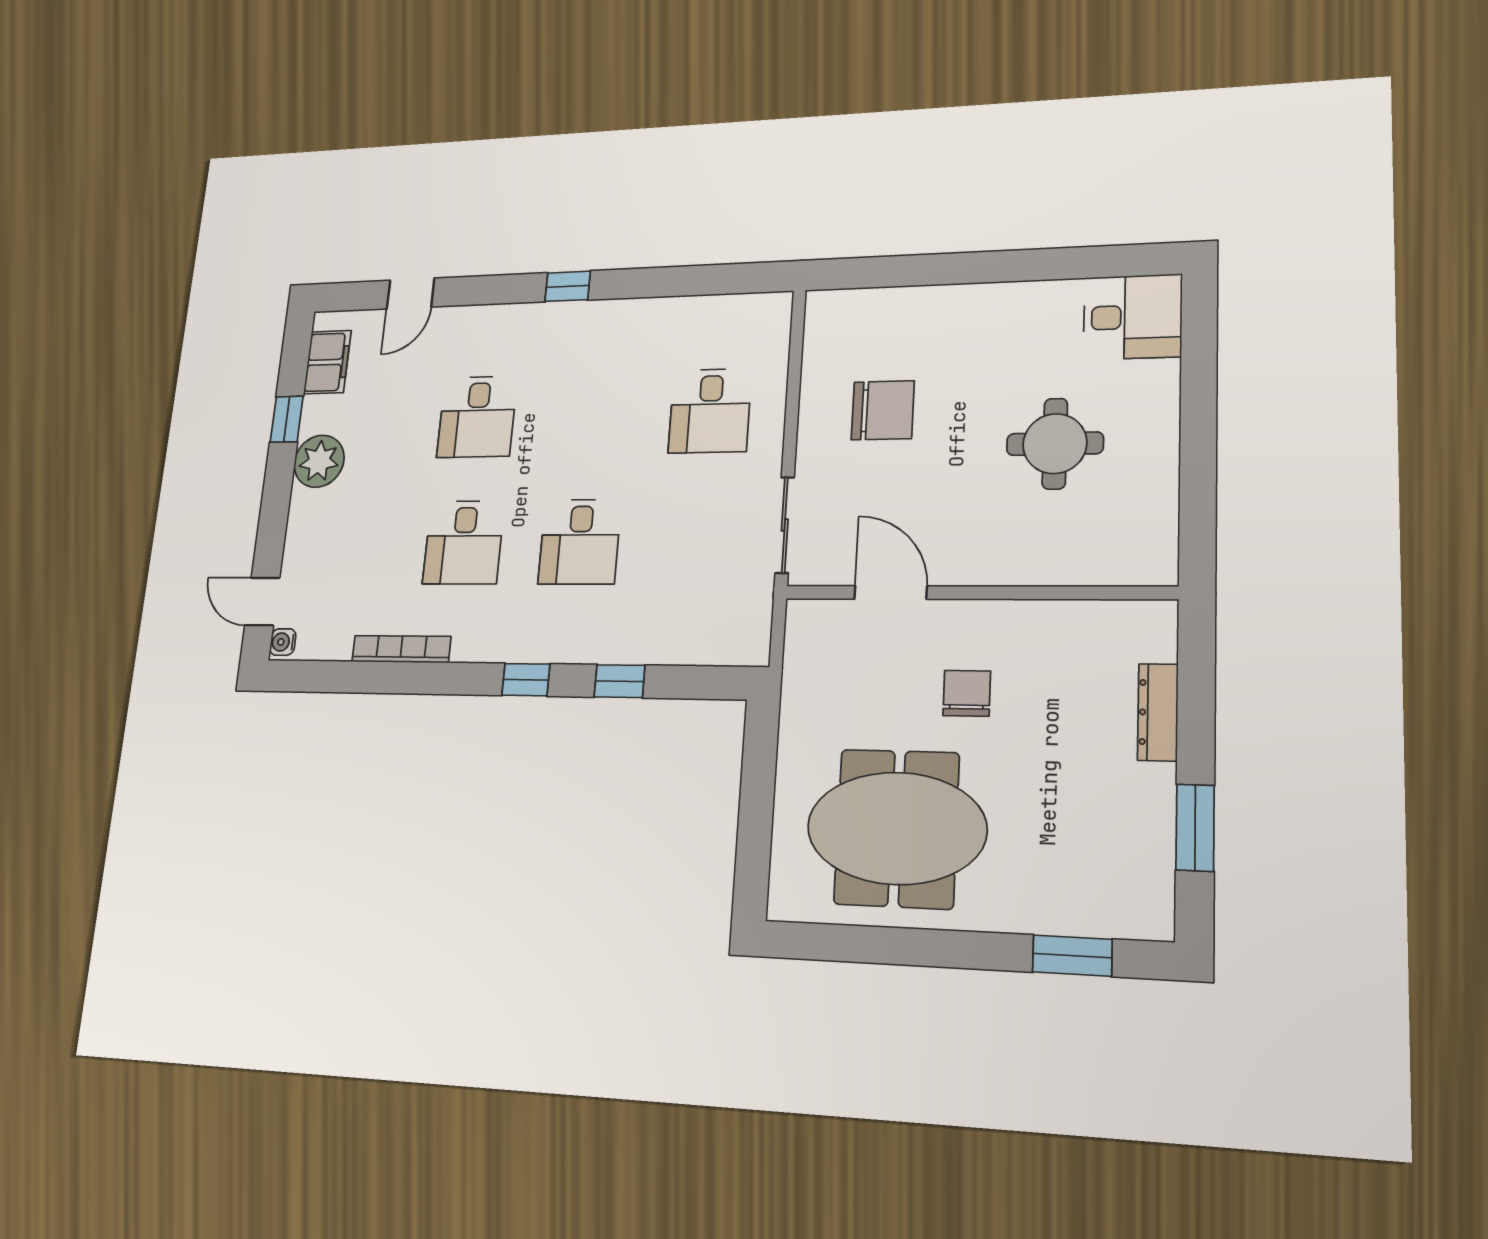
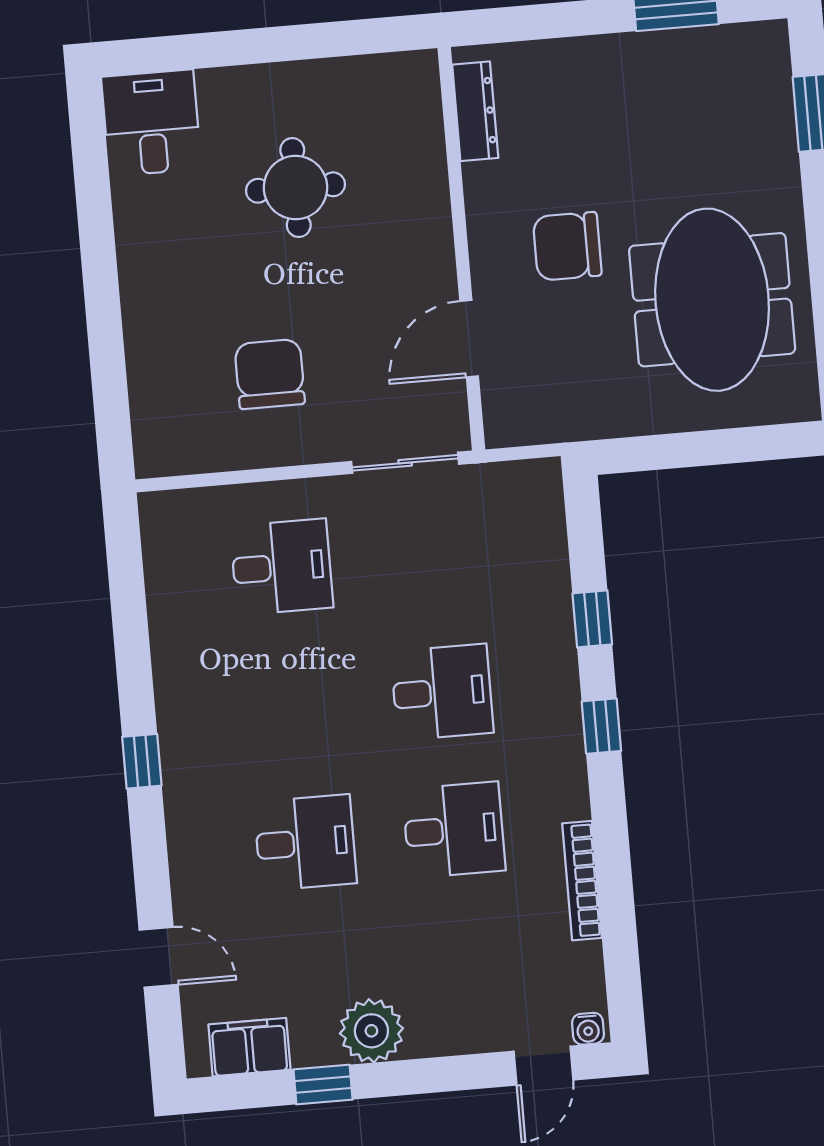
chair: (967, 693) -> (567, 246), width x1.37, depth x1.37
dresser: (1158, 712) -> (475, 111), moved, turned -90

